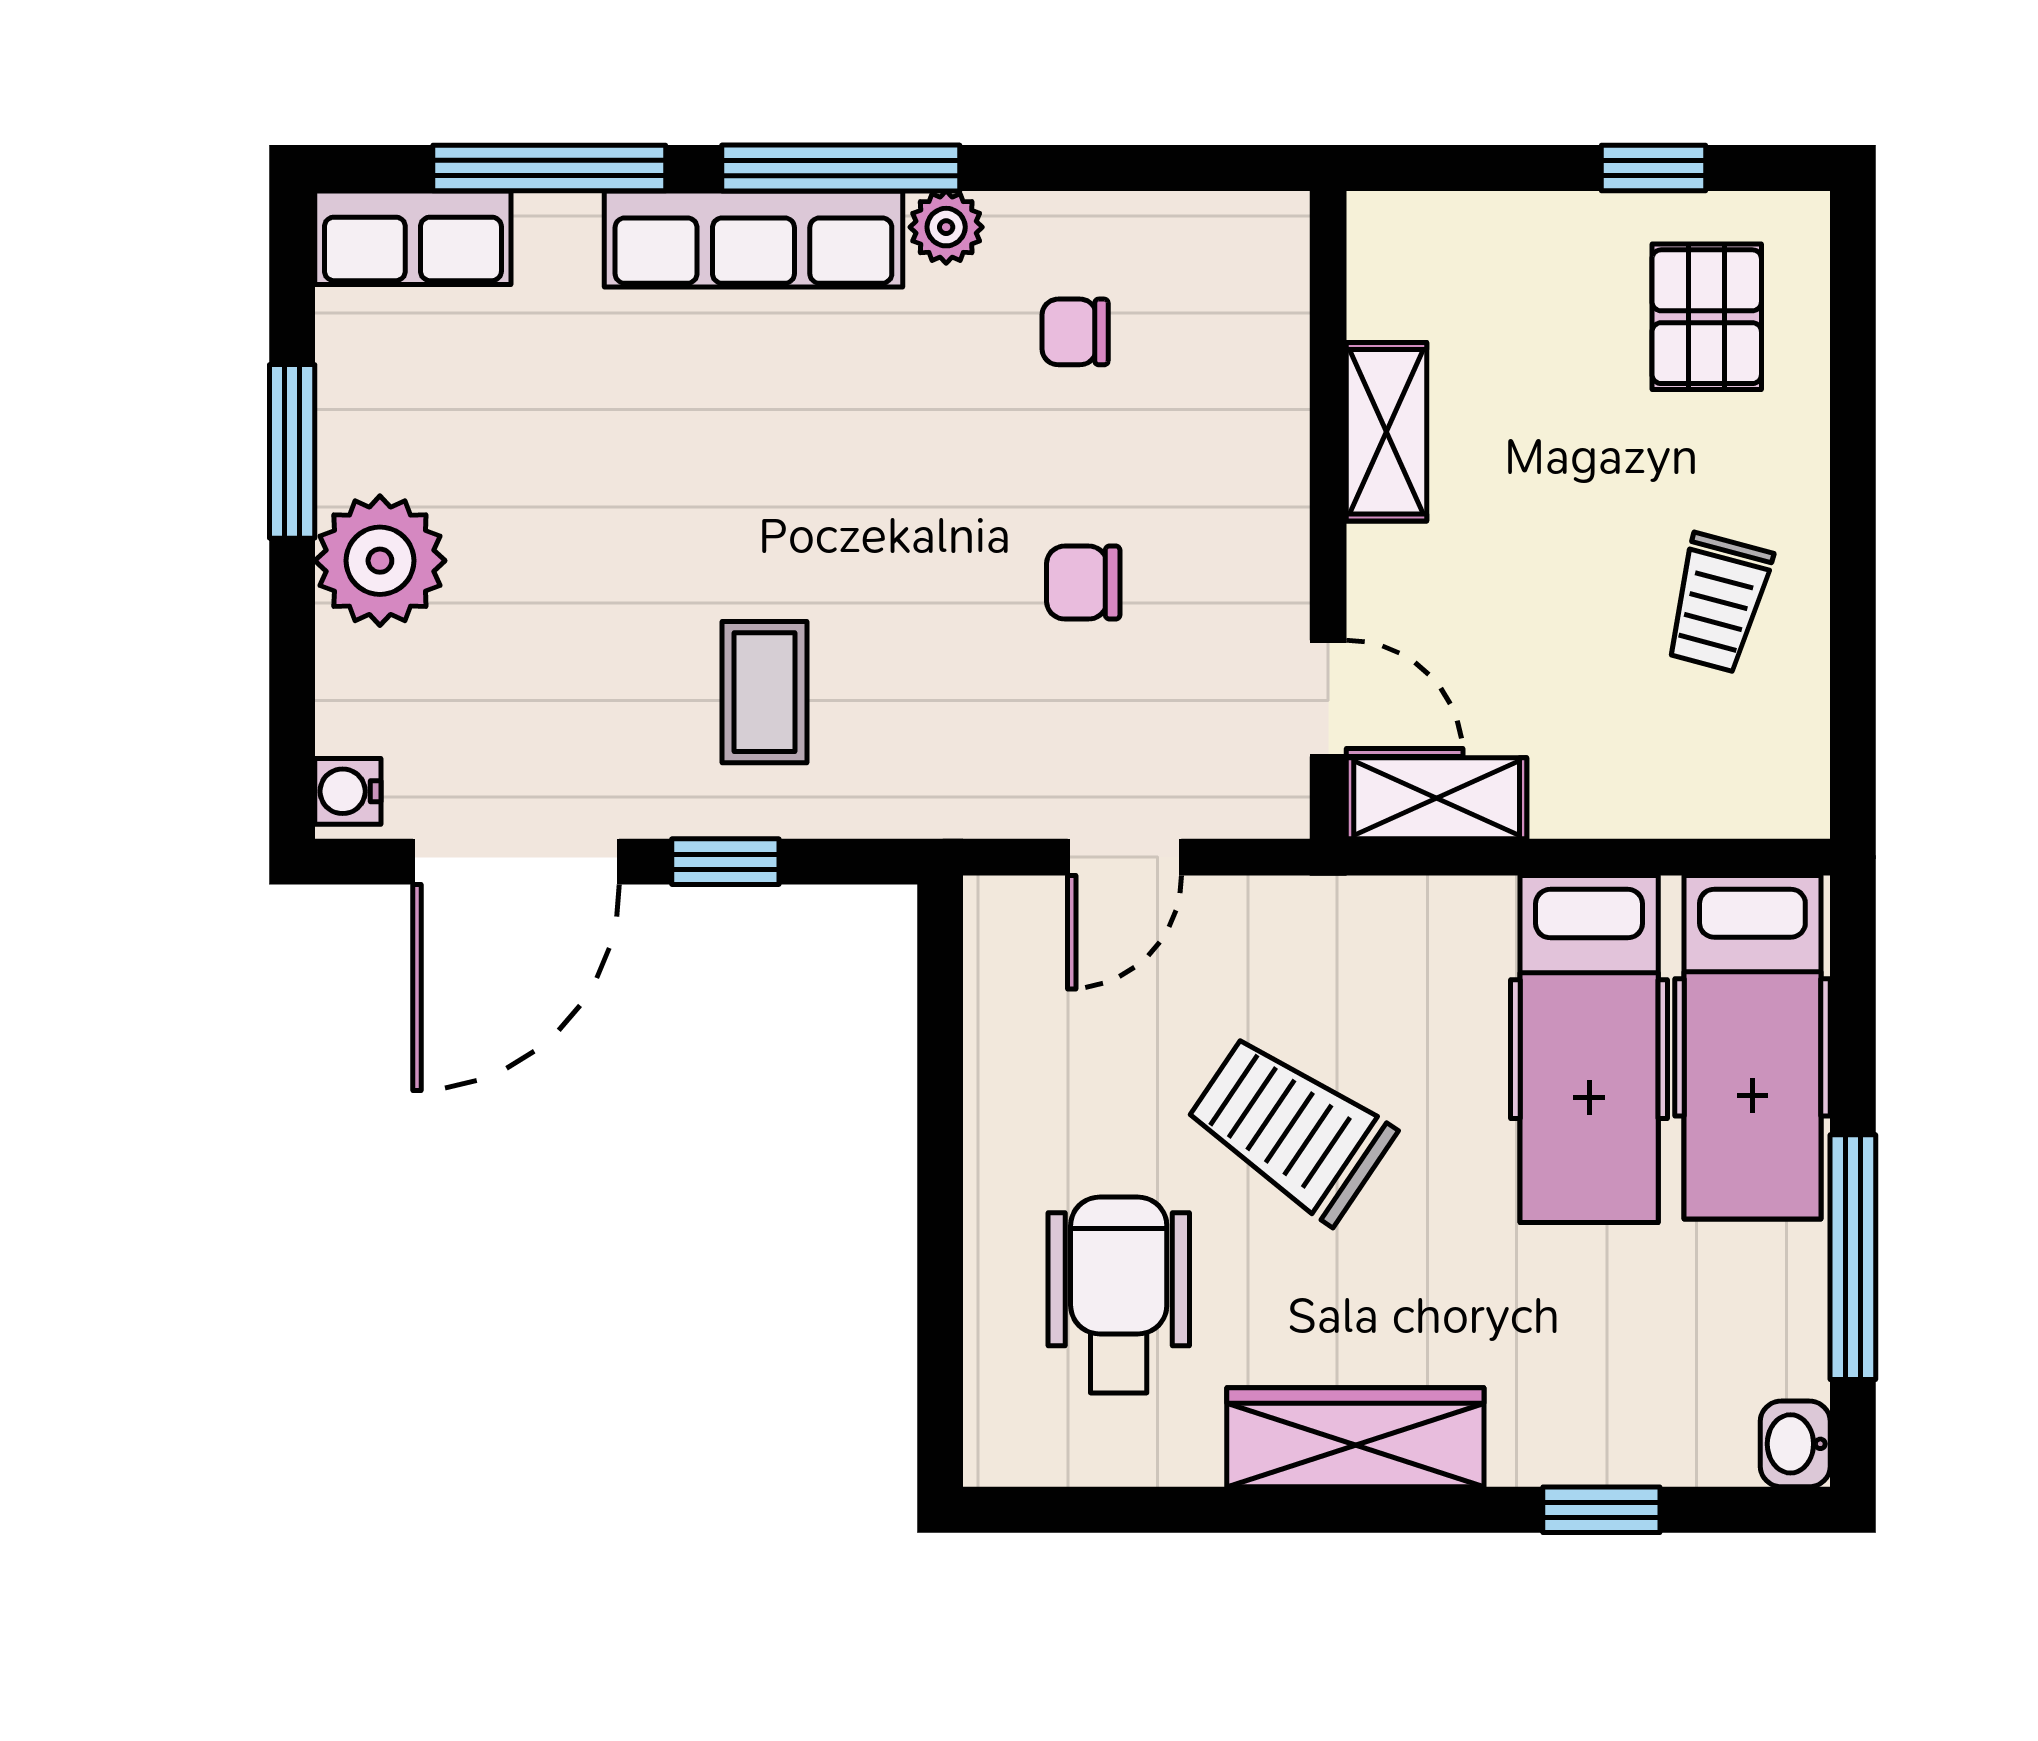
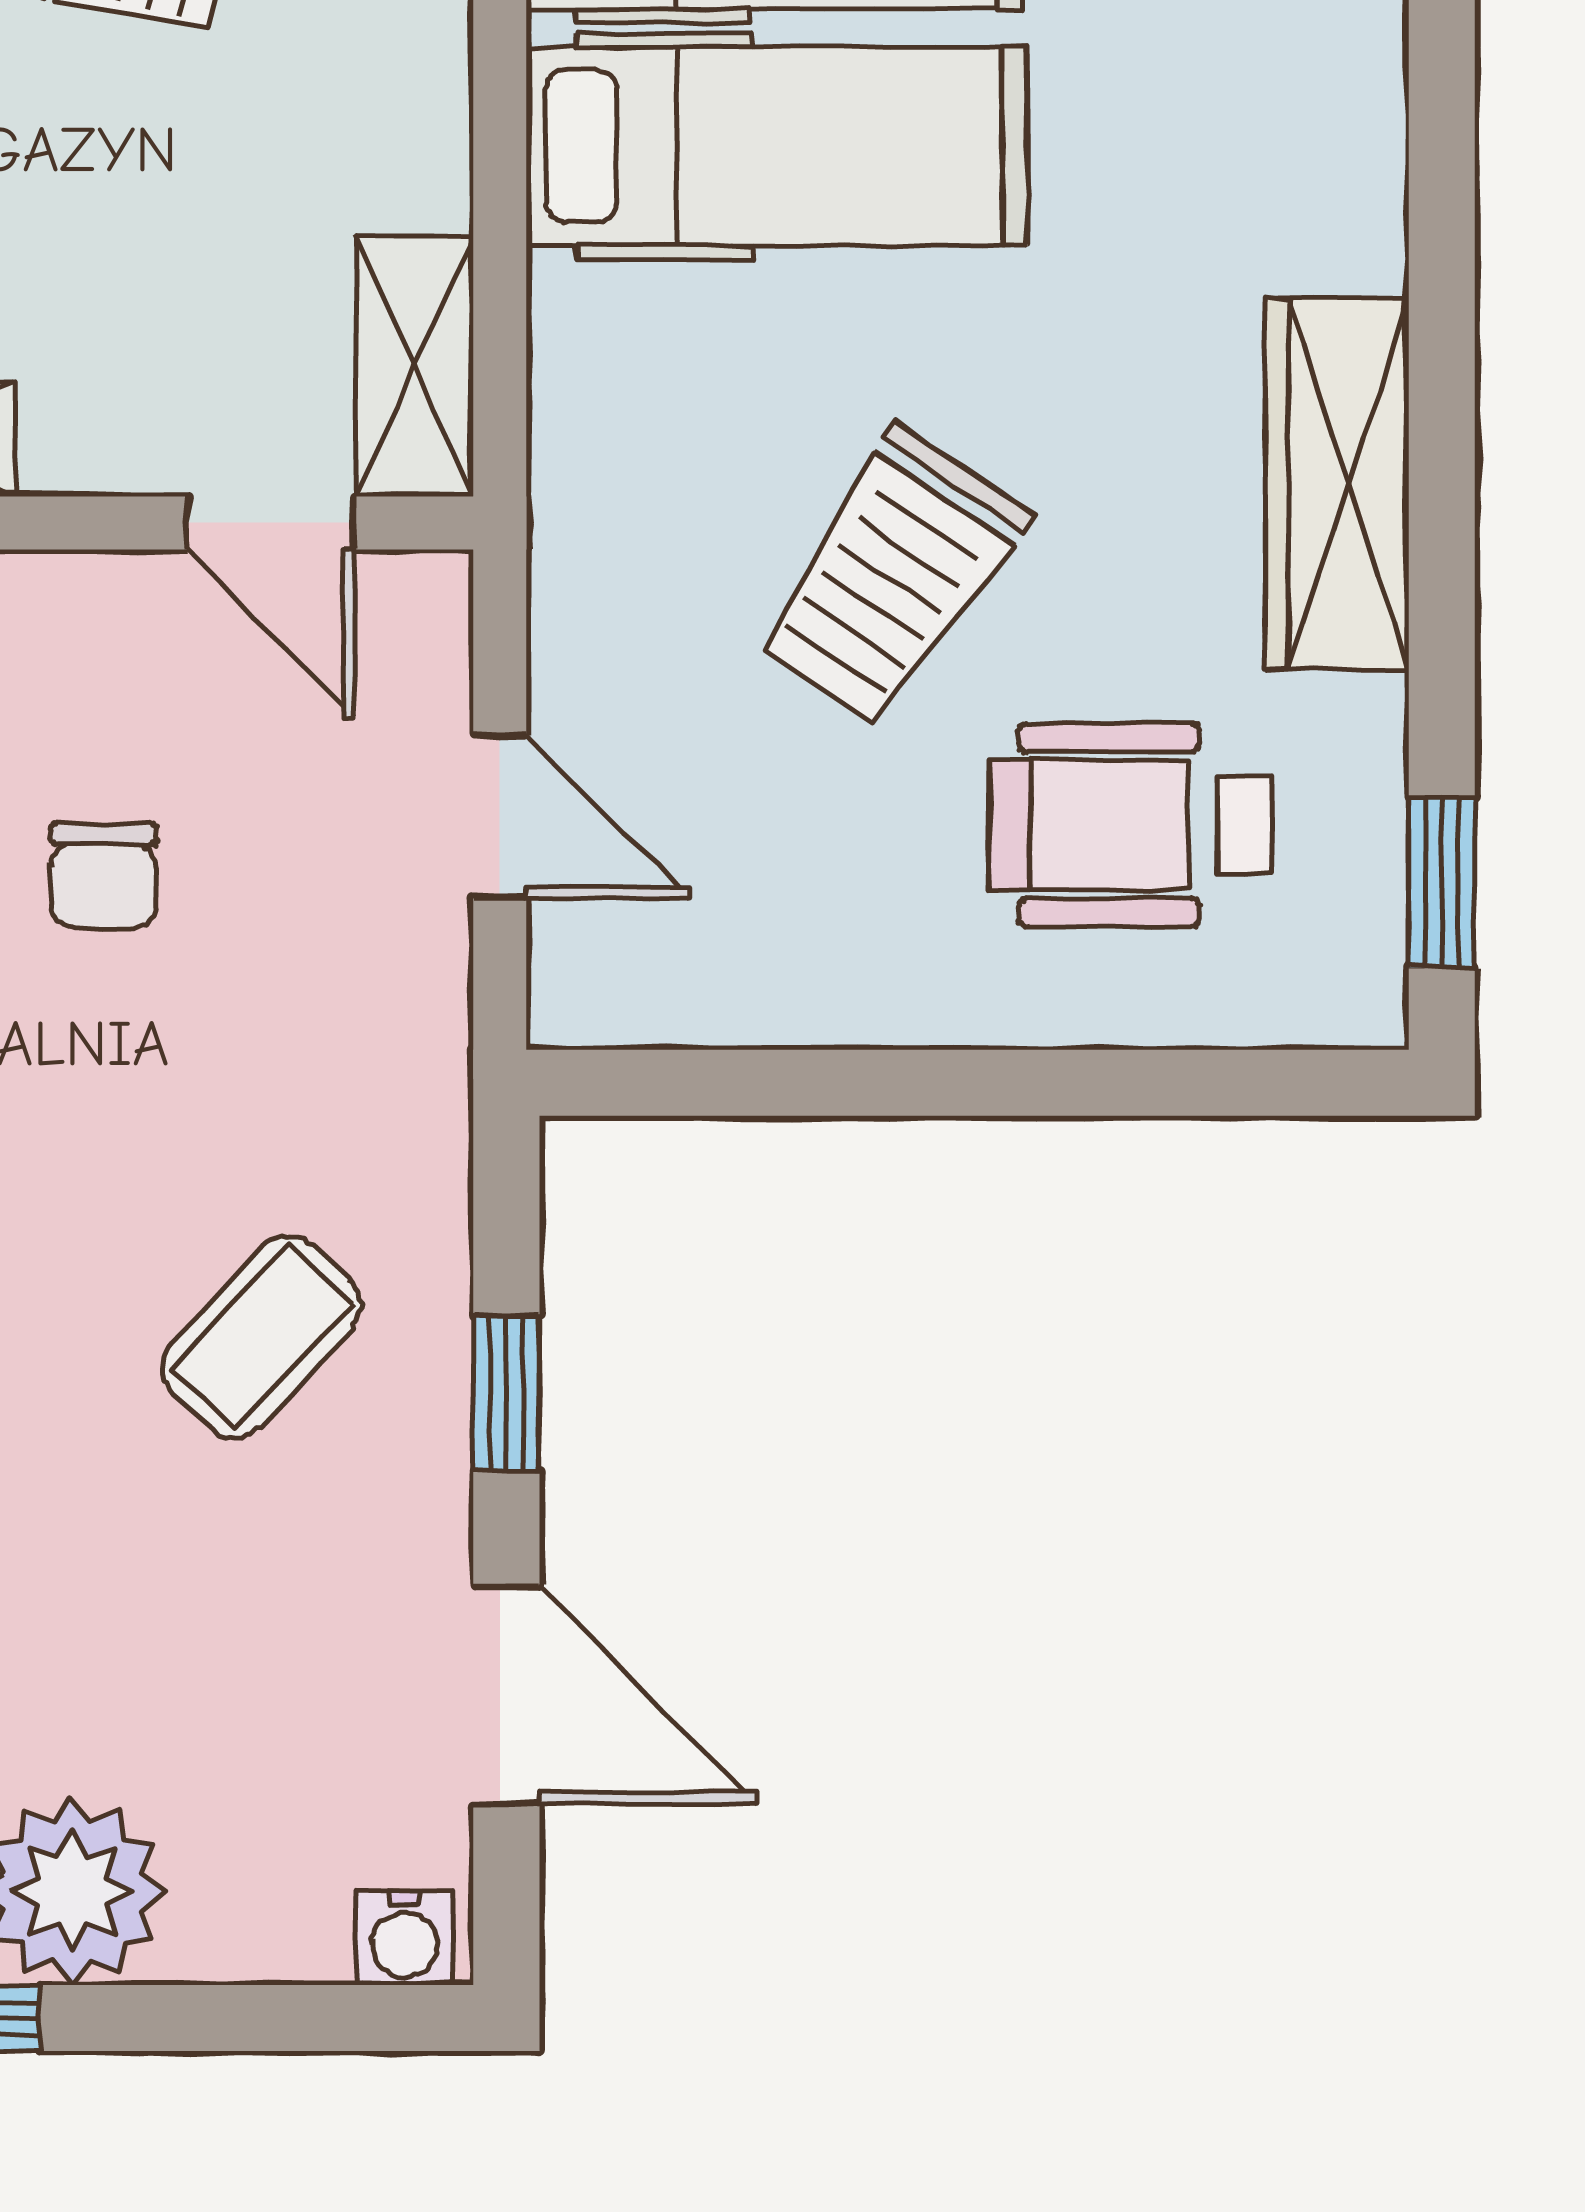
coffee table: (764, 692) -> (262, 1336), turned -47
door: (1328, 698) -> (271, 523), swing flipped
door: (516, 862) -> (506, 1695), width x0.73
window: (1601, 1510) -> (1442, 883), moved

